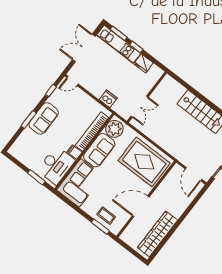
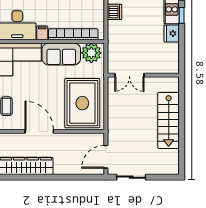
wall: (147, 97) -> (143, 75), moved
dishwasher: (108, 99) -> (114, 12), moved
double door: (140, 107) -> (129, 75), moved

